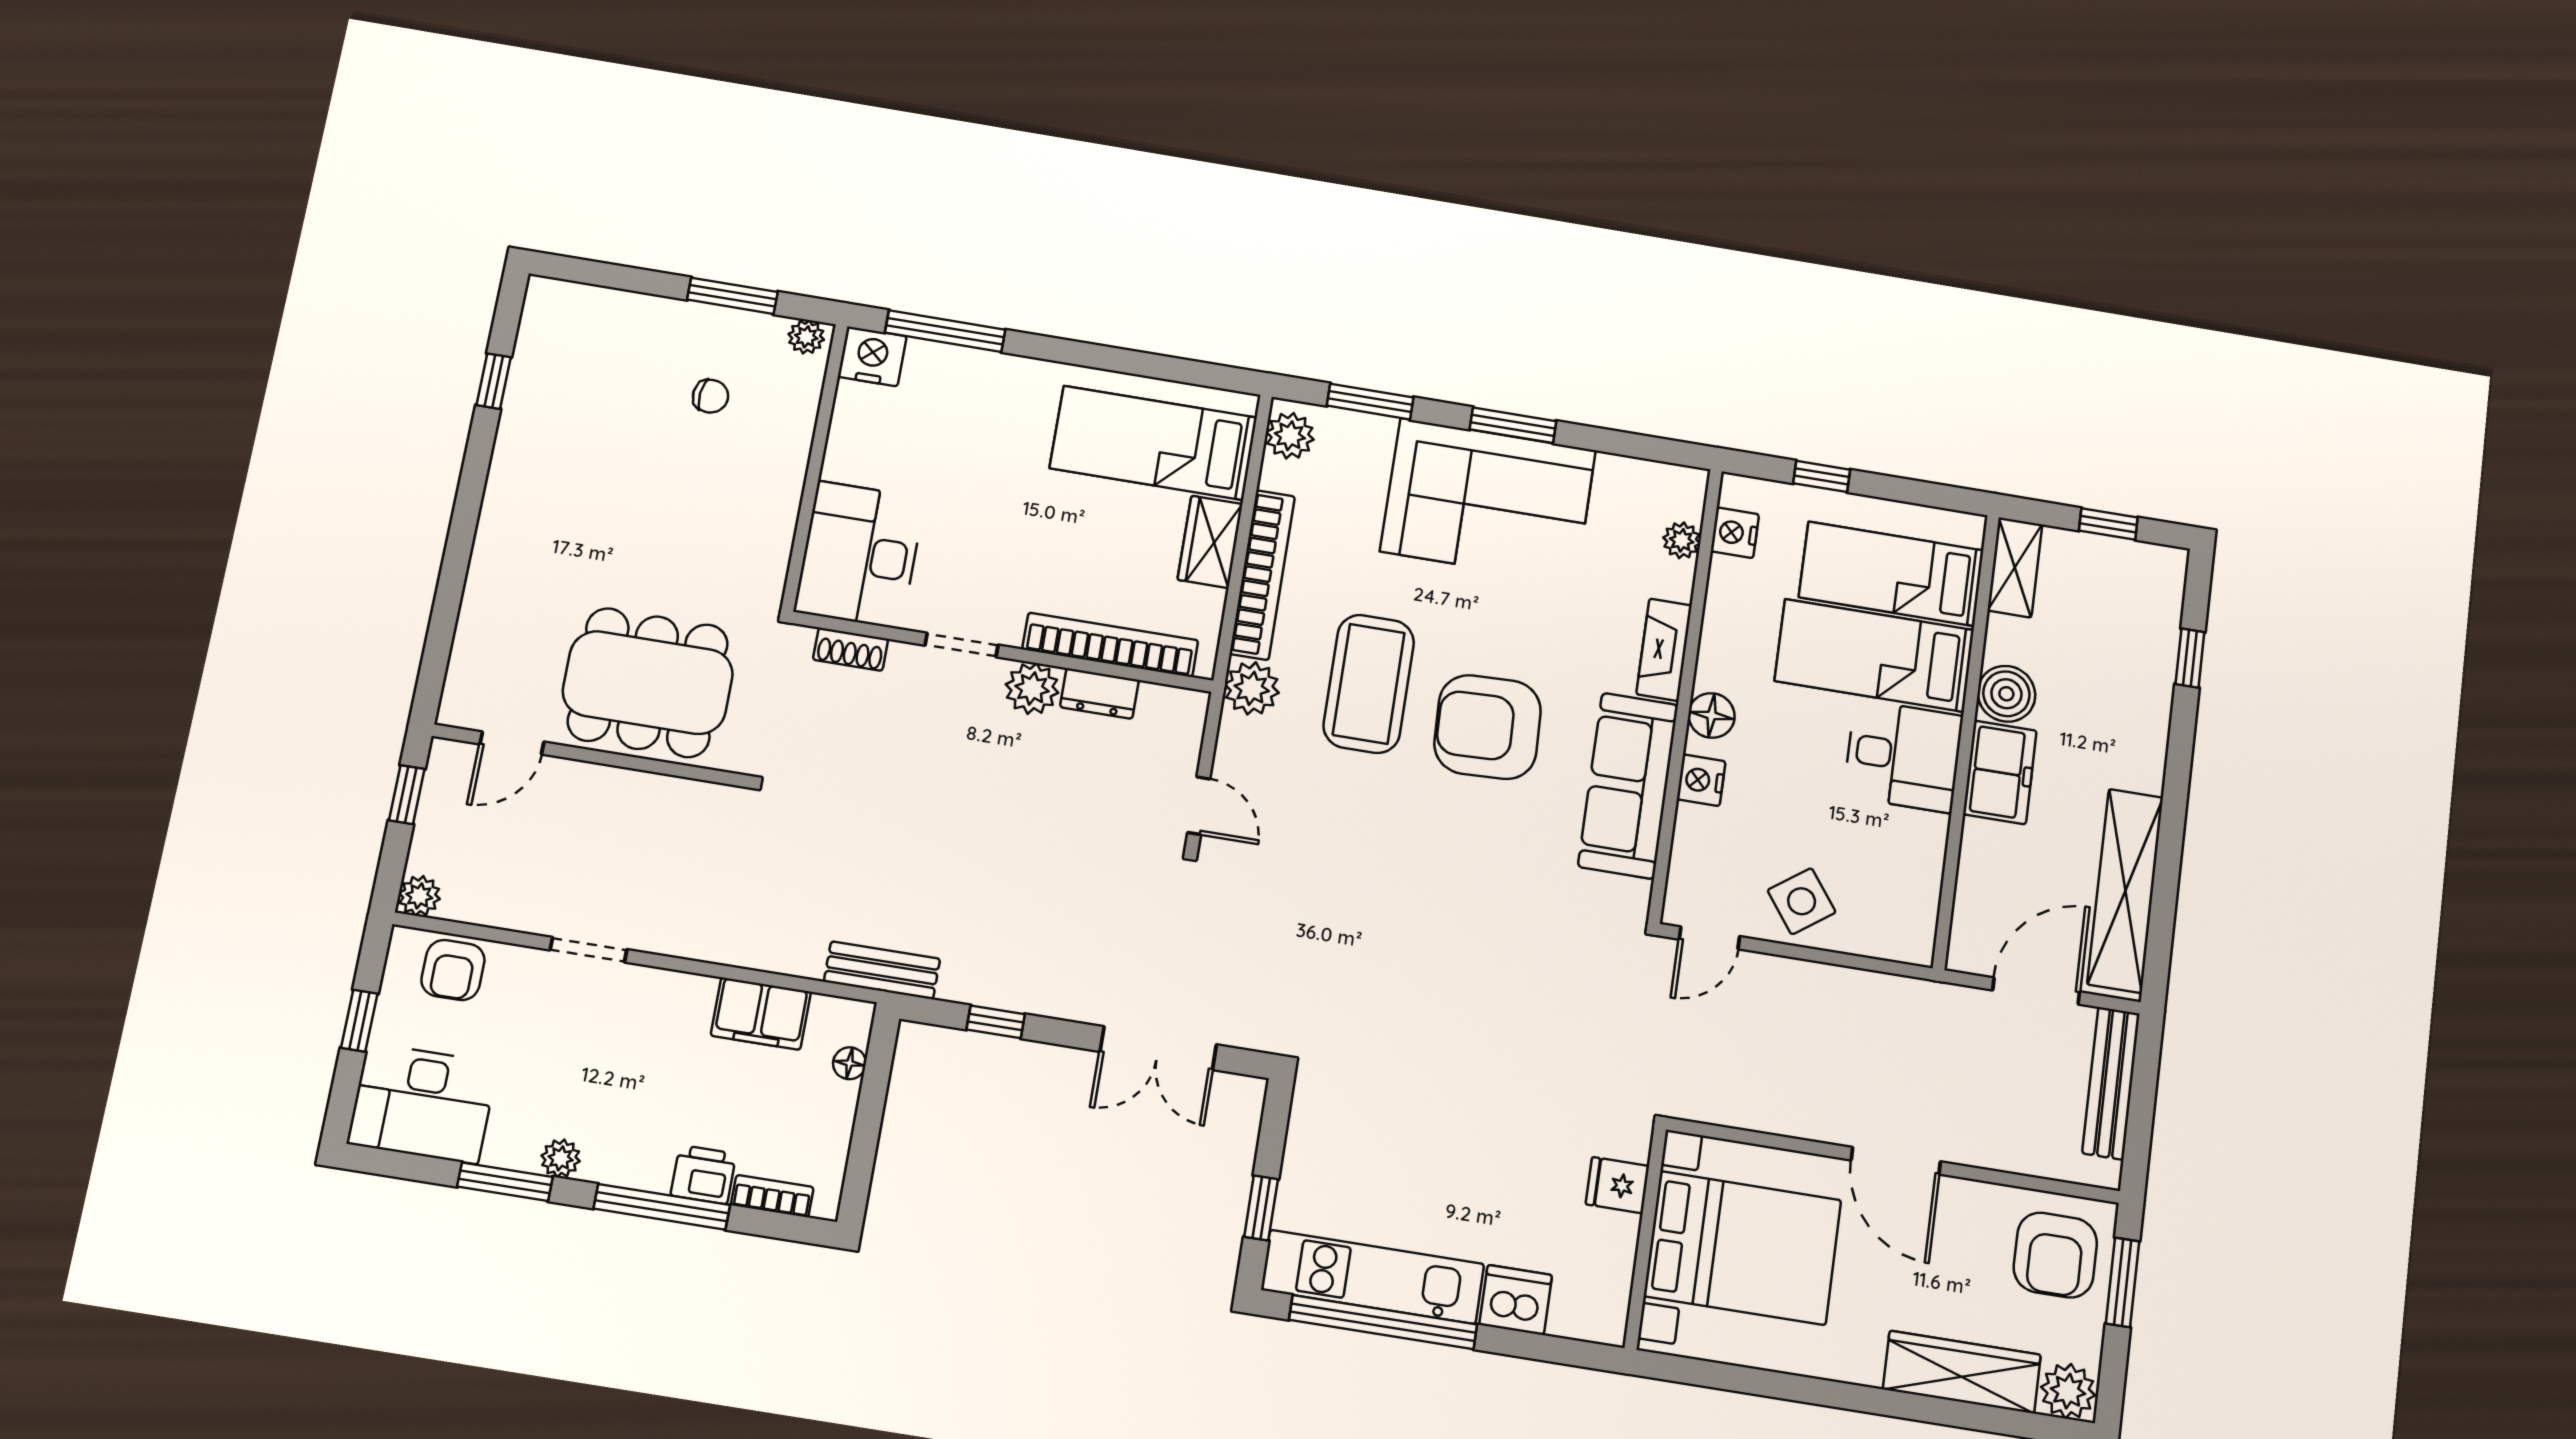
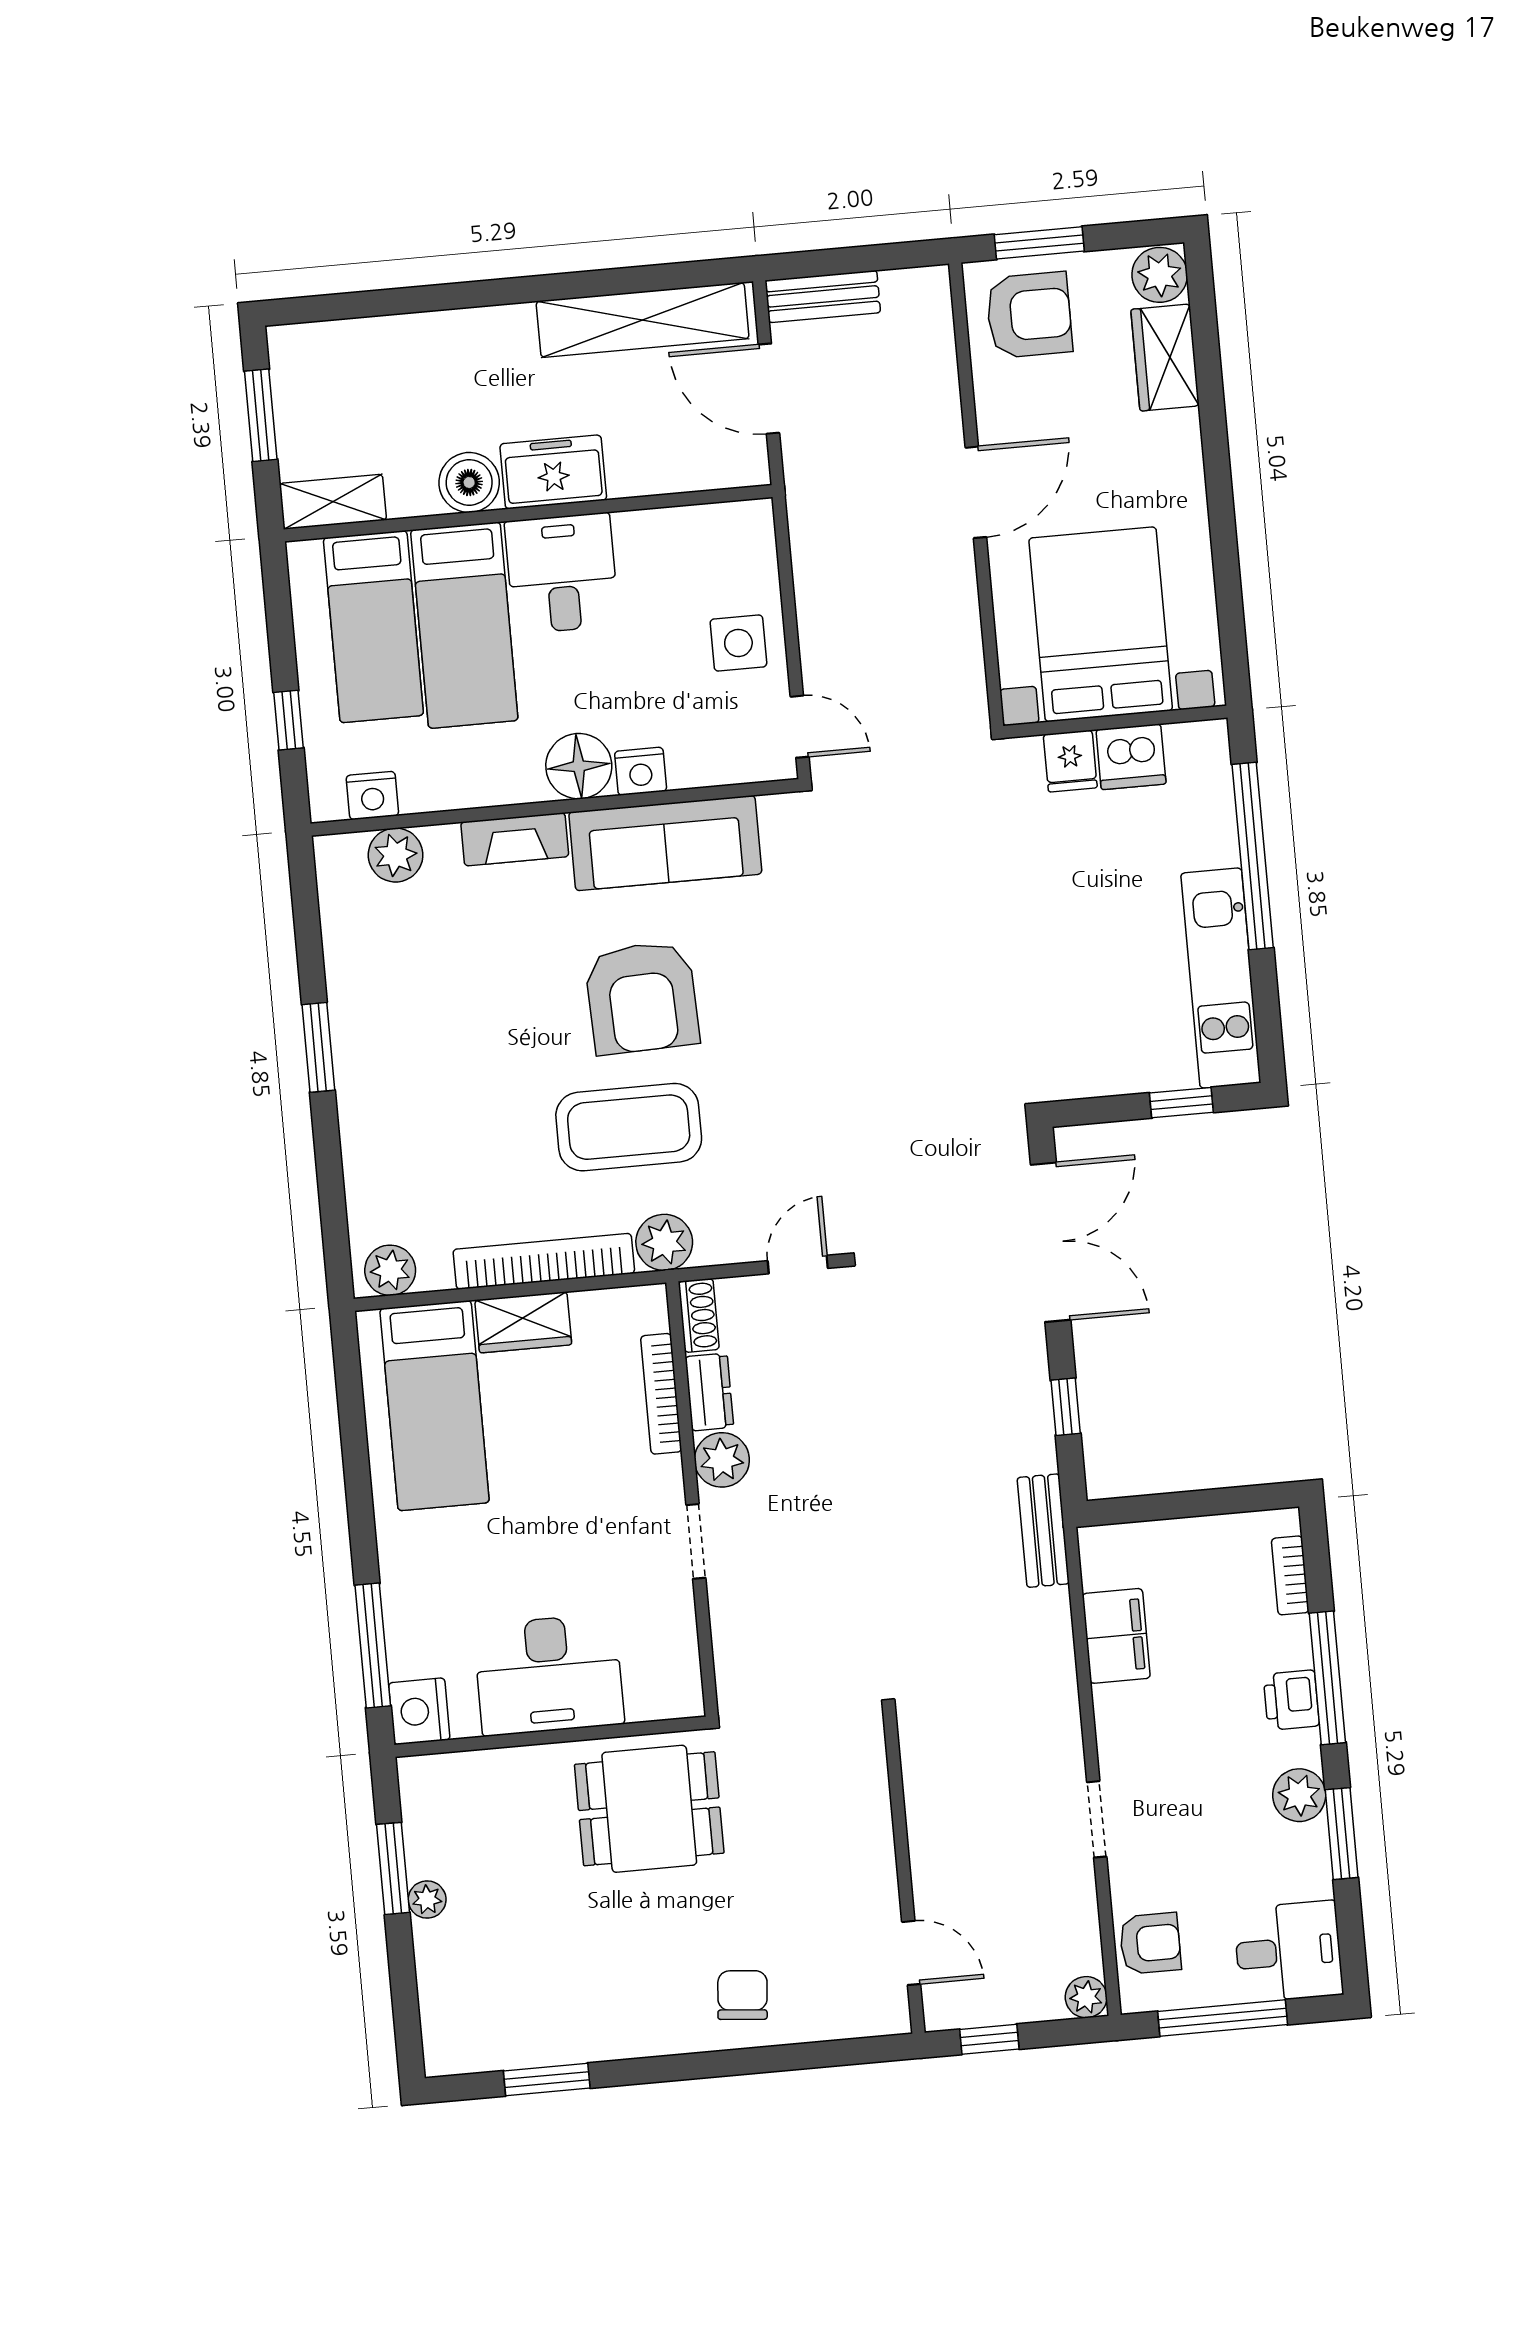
plant: (806, 337) -> (427, 1900), moved
window: (494, 381) -> (547, 2079), width x1.50
chair: (711, 396) -> (742, 1995), moved, width x1.37, depth x1.37
window: (1370, 402) -> (332, 1198), removed
corner sofa: (1488, 501) -> (405, 1053), removed
window: (2108, 524) -> (261, 415), width x1.50
plant: (1682, 540) -> (396, 855), width x1.38, depth x1.38
desk: (859, 555) -> (549, 1675), moved
bookcase: (1110, 645) -> (661, 1394), width x0.68, depth x0.76
shoe rack: (851, 649) -> (699, 1315), moved
window: (2190, 658) -> (382, 303), removed
dining table: (648, 683) -> (649, 1809), moved, width x0.73
floor lamp: (1712, 715) -> (579, 766), width x1.38, depth x1.38
side table: (1802, 901) -> (738, 643), turned 36
window: (359, 1021) -> (1223, 2018), width x2.17
double door: (1158, 1048) -> (1051, 1242), width x1.37
floor lamp: (850, 1063) -> (1143, 1537), removed
bench: (2111, 1083) -> (823, 296), width x0.73
desk: (422, 1103) -> (1288, 1952), width x0.73
plant: (561, 1158) -> (1299, 1795), width x1.38, depth x1.38
printer: (703, 1175) -> (1291, 1700), moved
dishwasher: (1516, 1300) -> (1131, 757), moved, turned -90
window: (1383, 1322) -> (1253, 856), moved
wardrobe: (1962, 1372) -> (1165, 358), width x0.67

